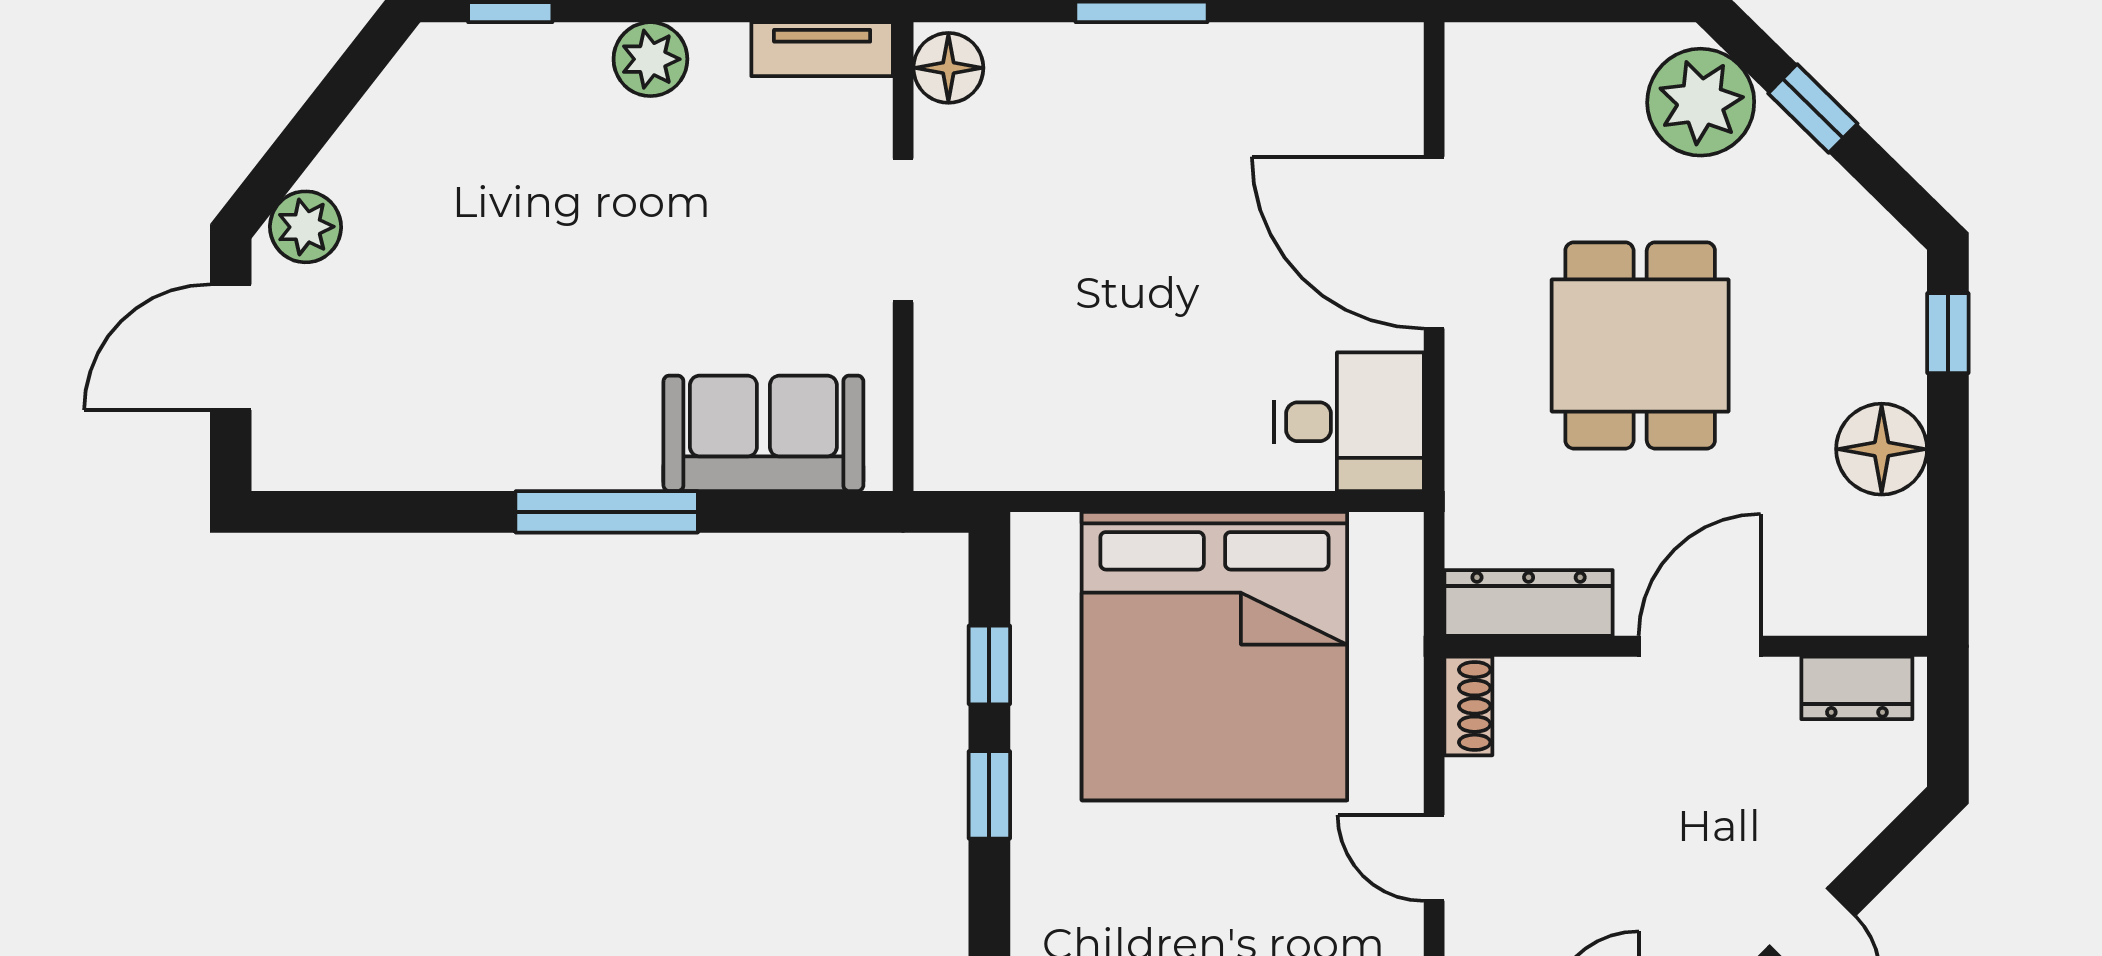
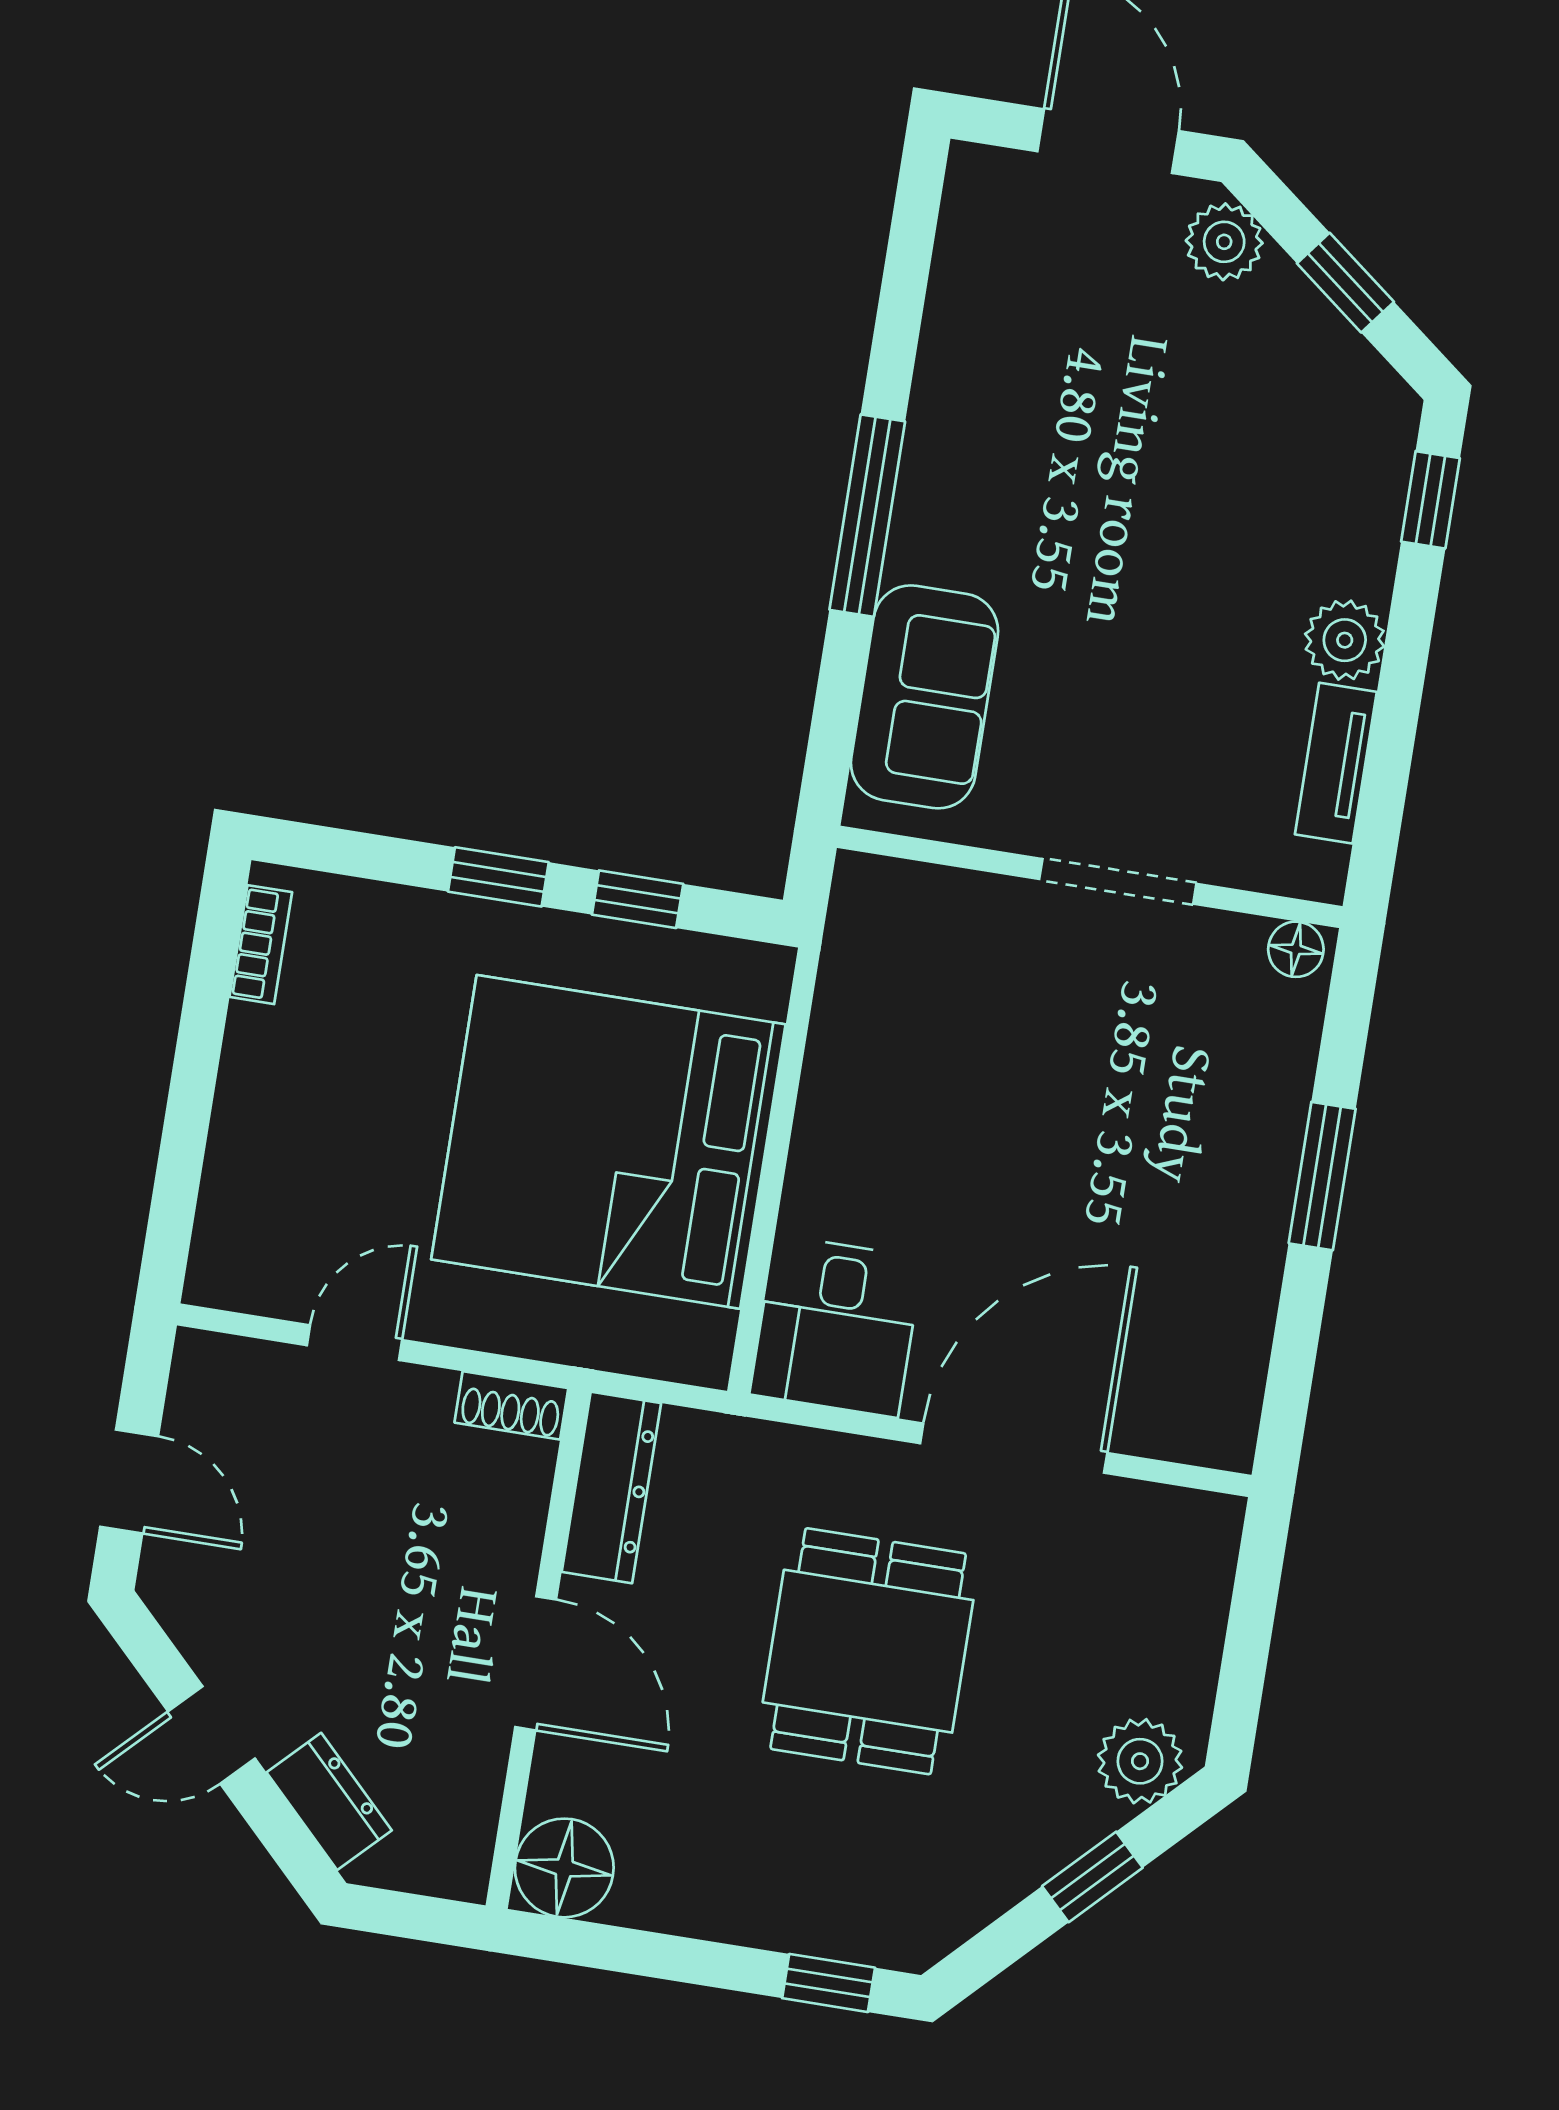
tv unit: (822, 49) -> (1336, 763), moved
floor lamp: (948, 68) -> (1296, 949), width x0.73, depth x0.73
plant: (1701, 102) -> (1140, 1761), width x0.73, depth x0.73
window: (325, 111) -> (1345, 283), added
dining table: (1640, 345) -> (868, 1651), turned 90
floor lamp: (1882, 449) -> (564, 1868), moved
dresser: (1857, 688) -> (329, 1801), moved, turned 135

